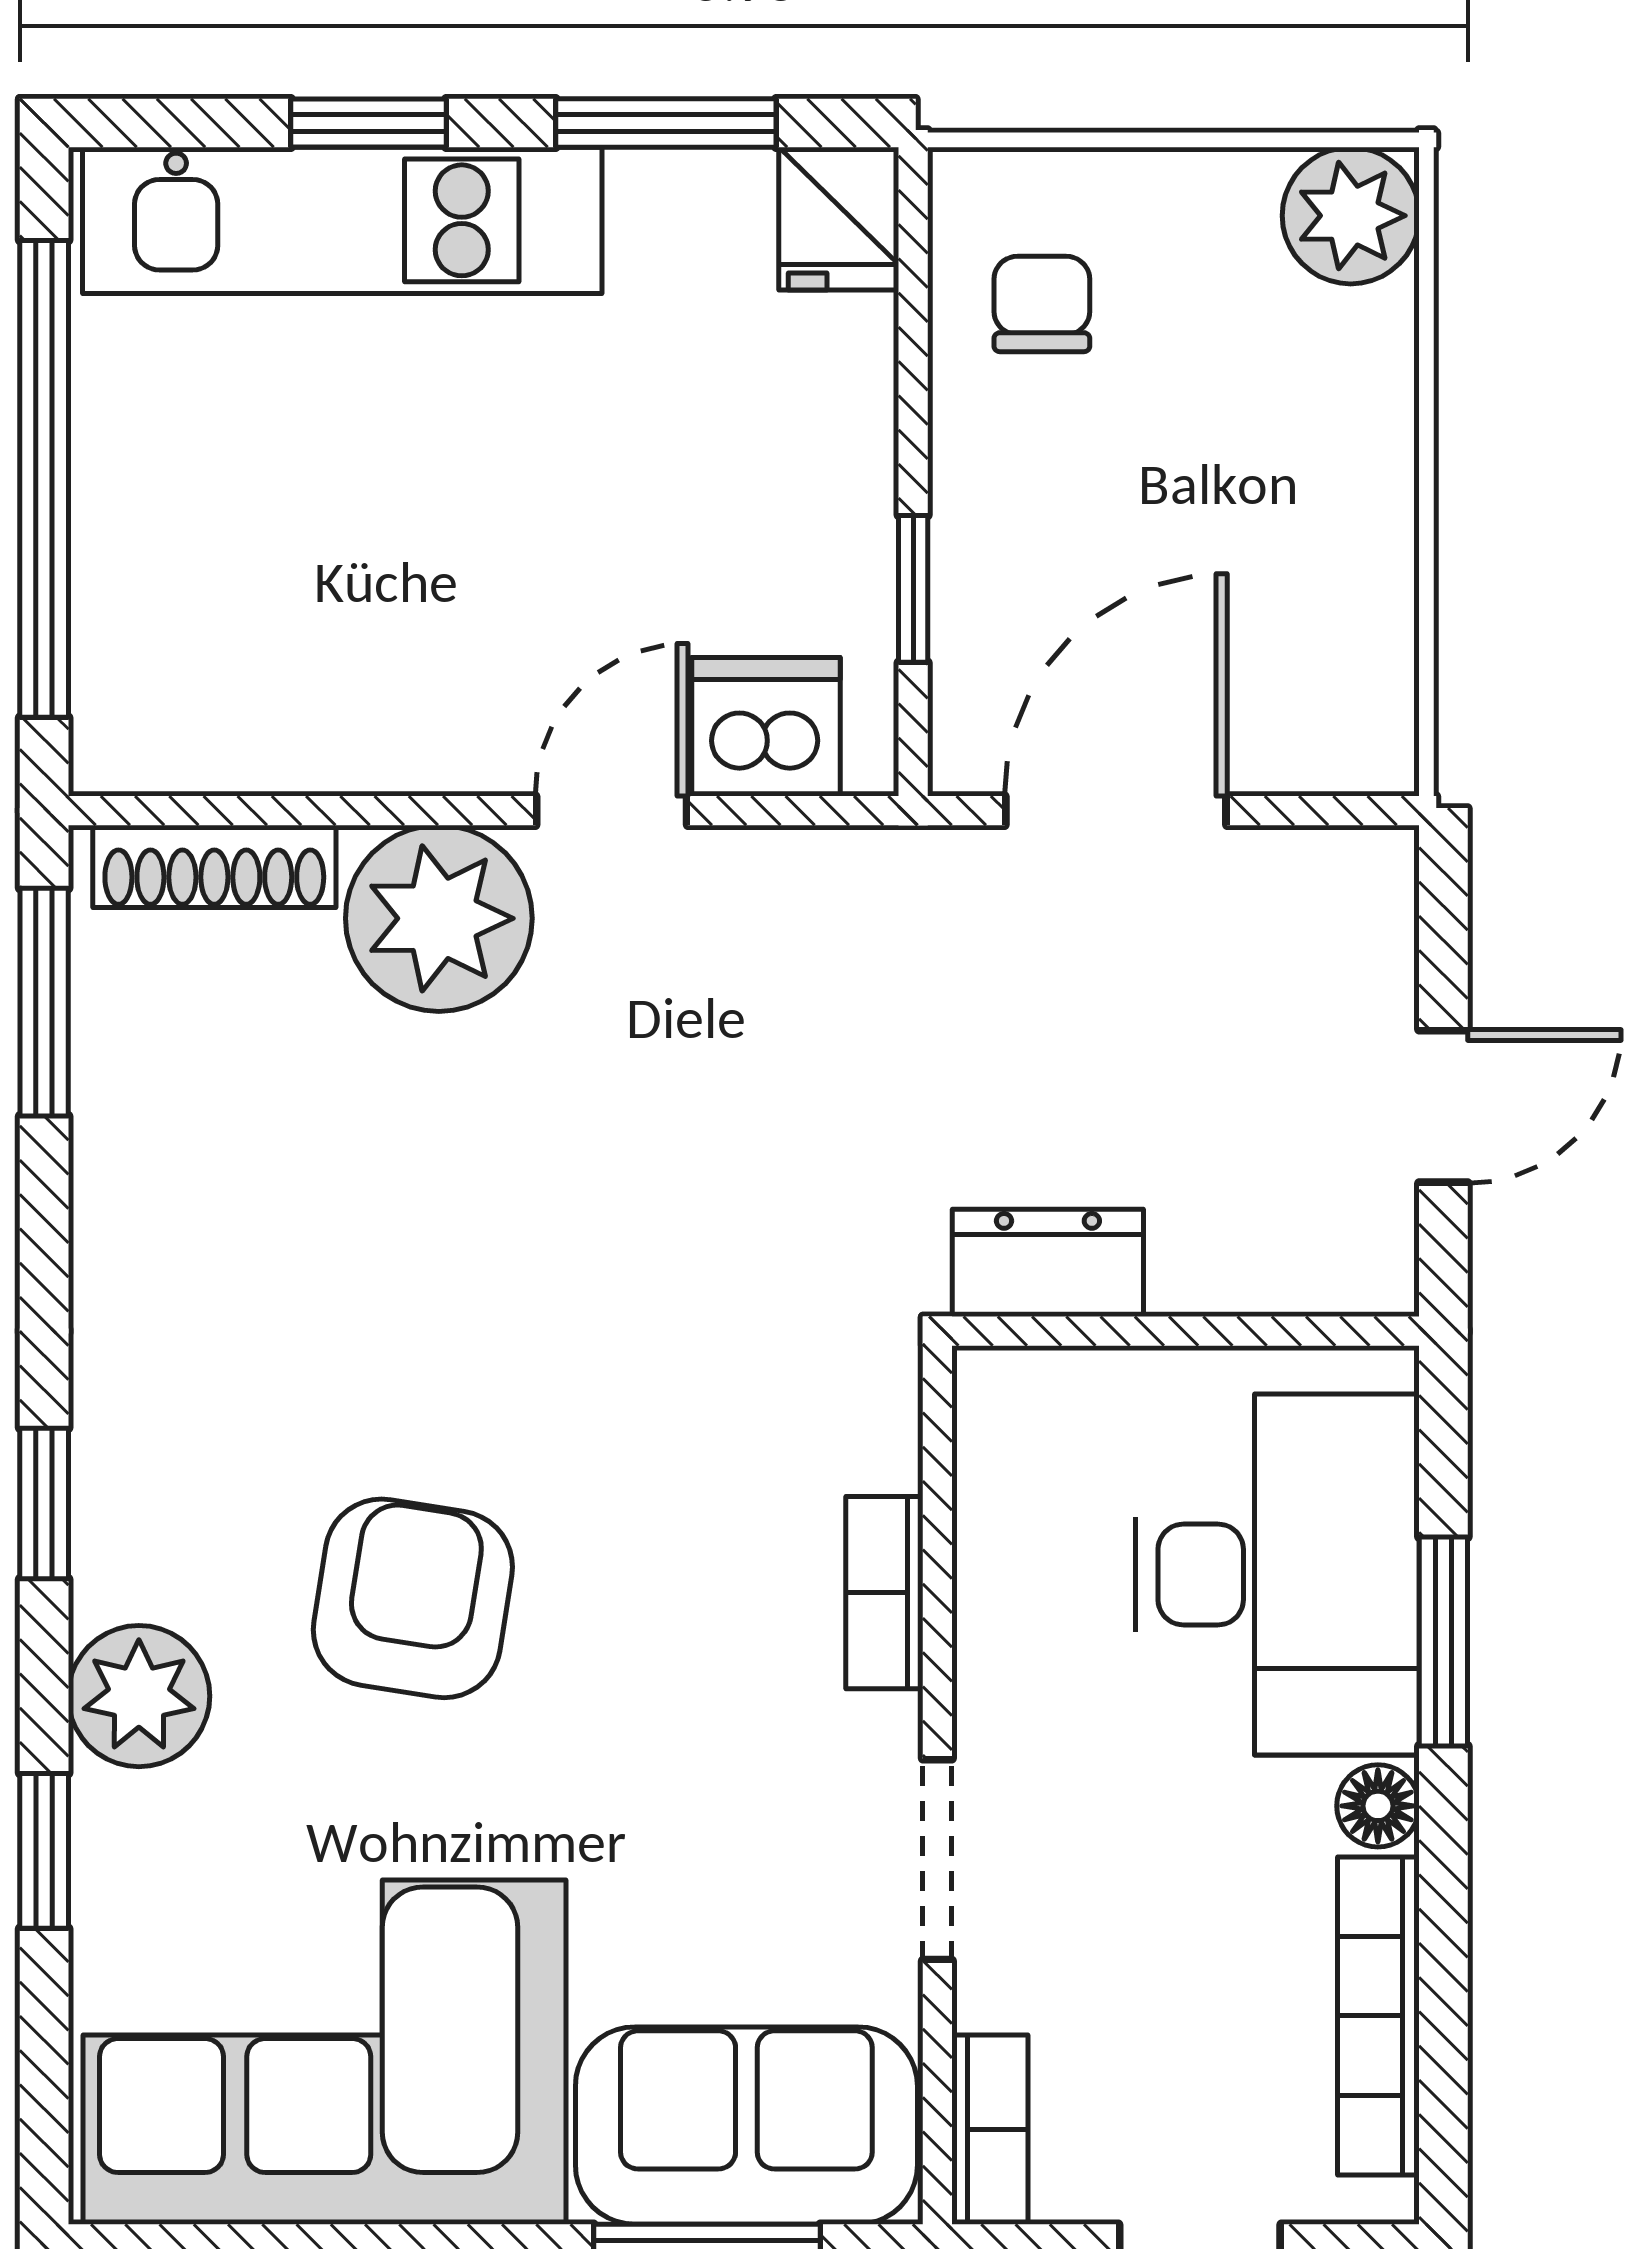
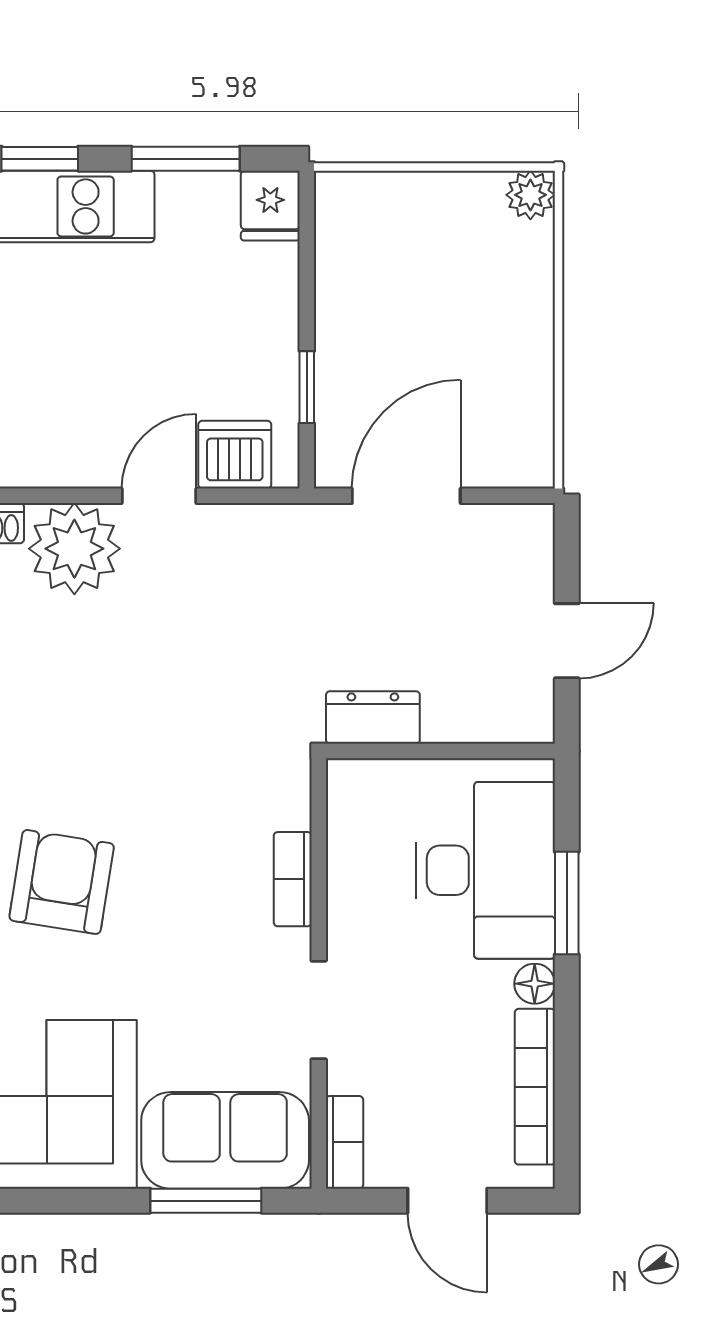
plant: (1351, 216) -> (530, 195), width x0.73, depth x0.73
chair: (1042, 304) -> (370, 247), removed

